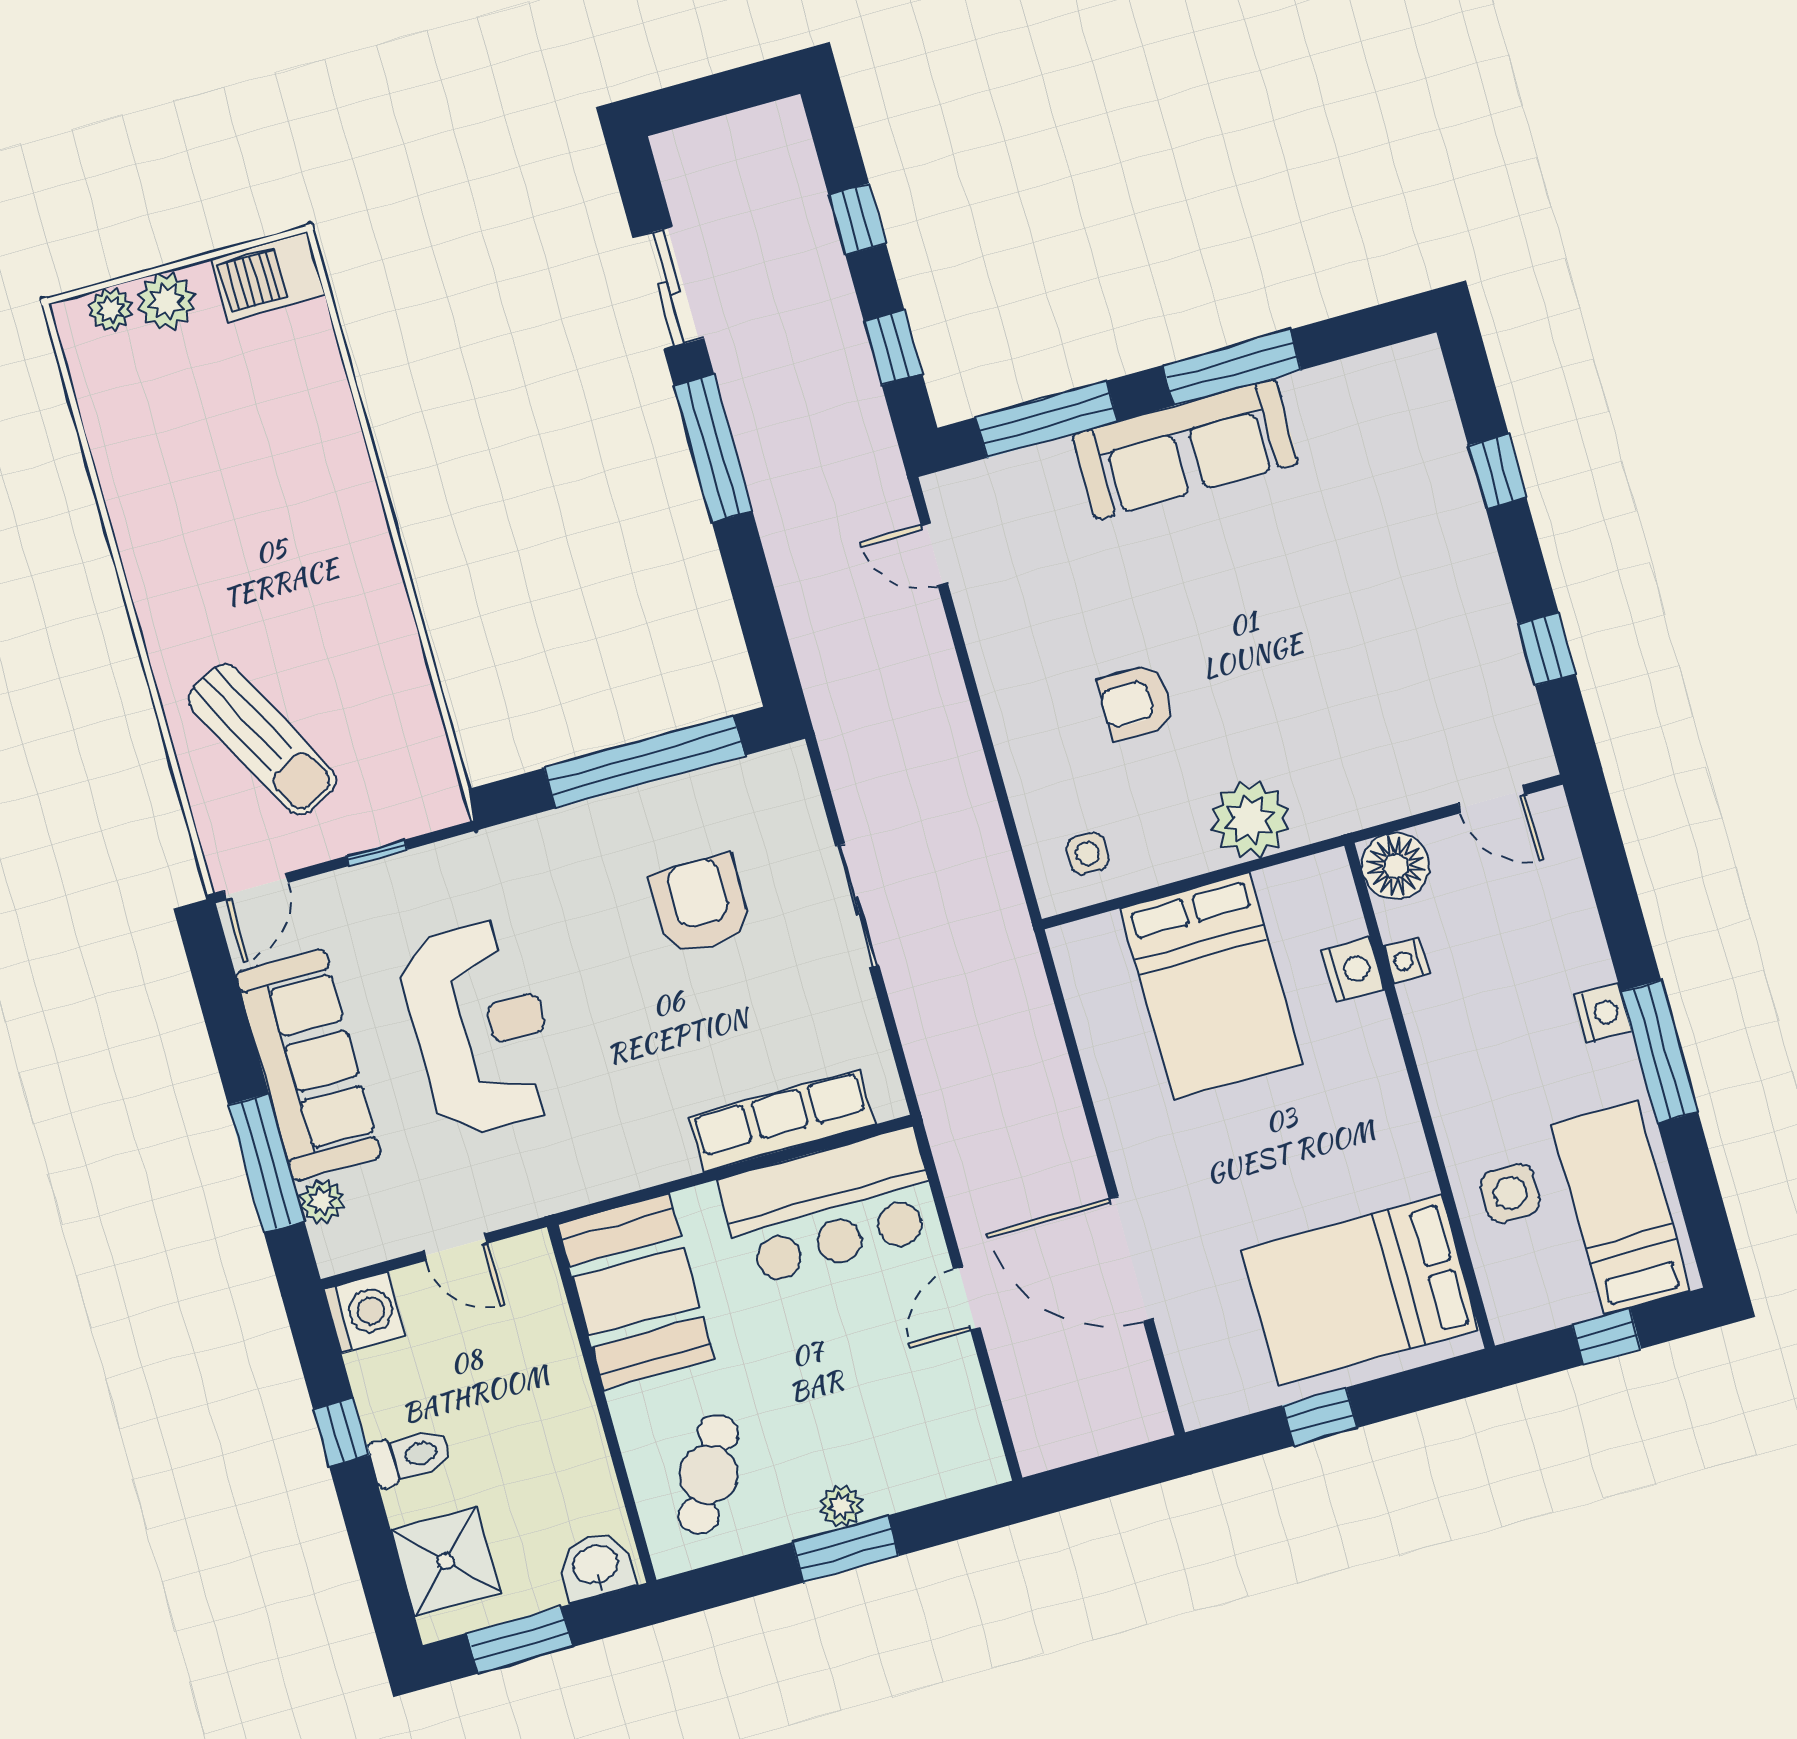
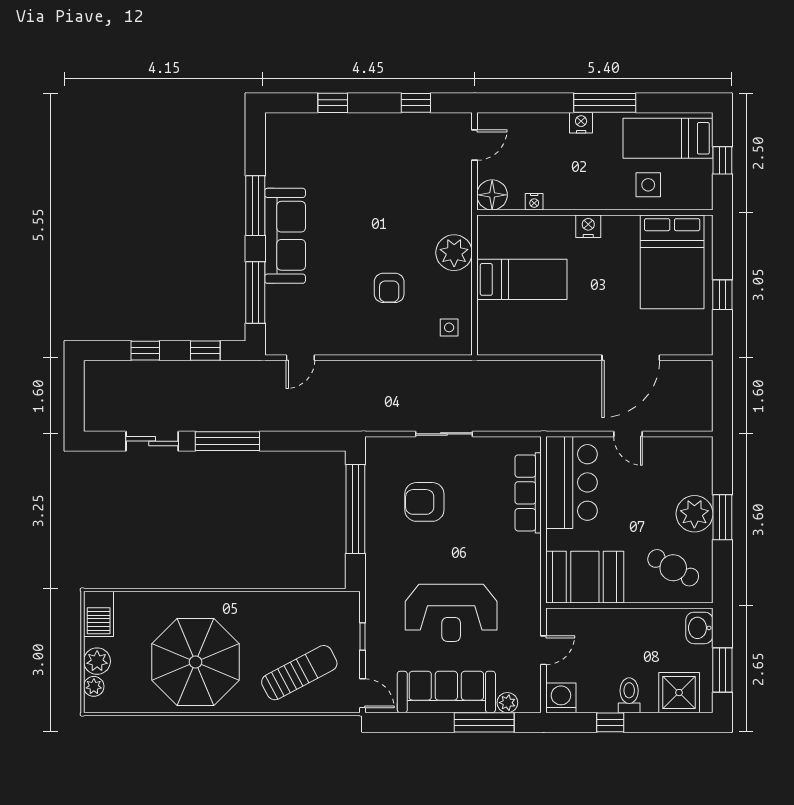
parasol: (223, 512) -> (195, 662), added
nightstand: (1353, 970) -> (588, 226), moved
bed: (1212, 986) -> (522, 279), width x0.67
reception desk: (480, 1028) -> (451, 613), turned 180
plant: (841, 1506) -> (694, 514), width x1.88, depth x1.88

